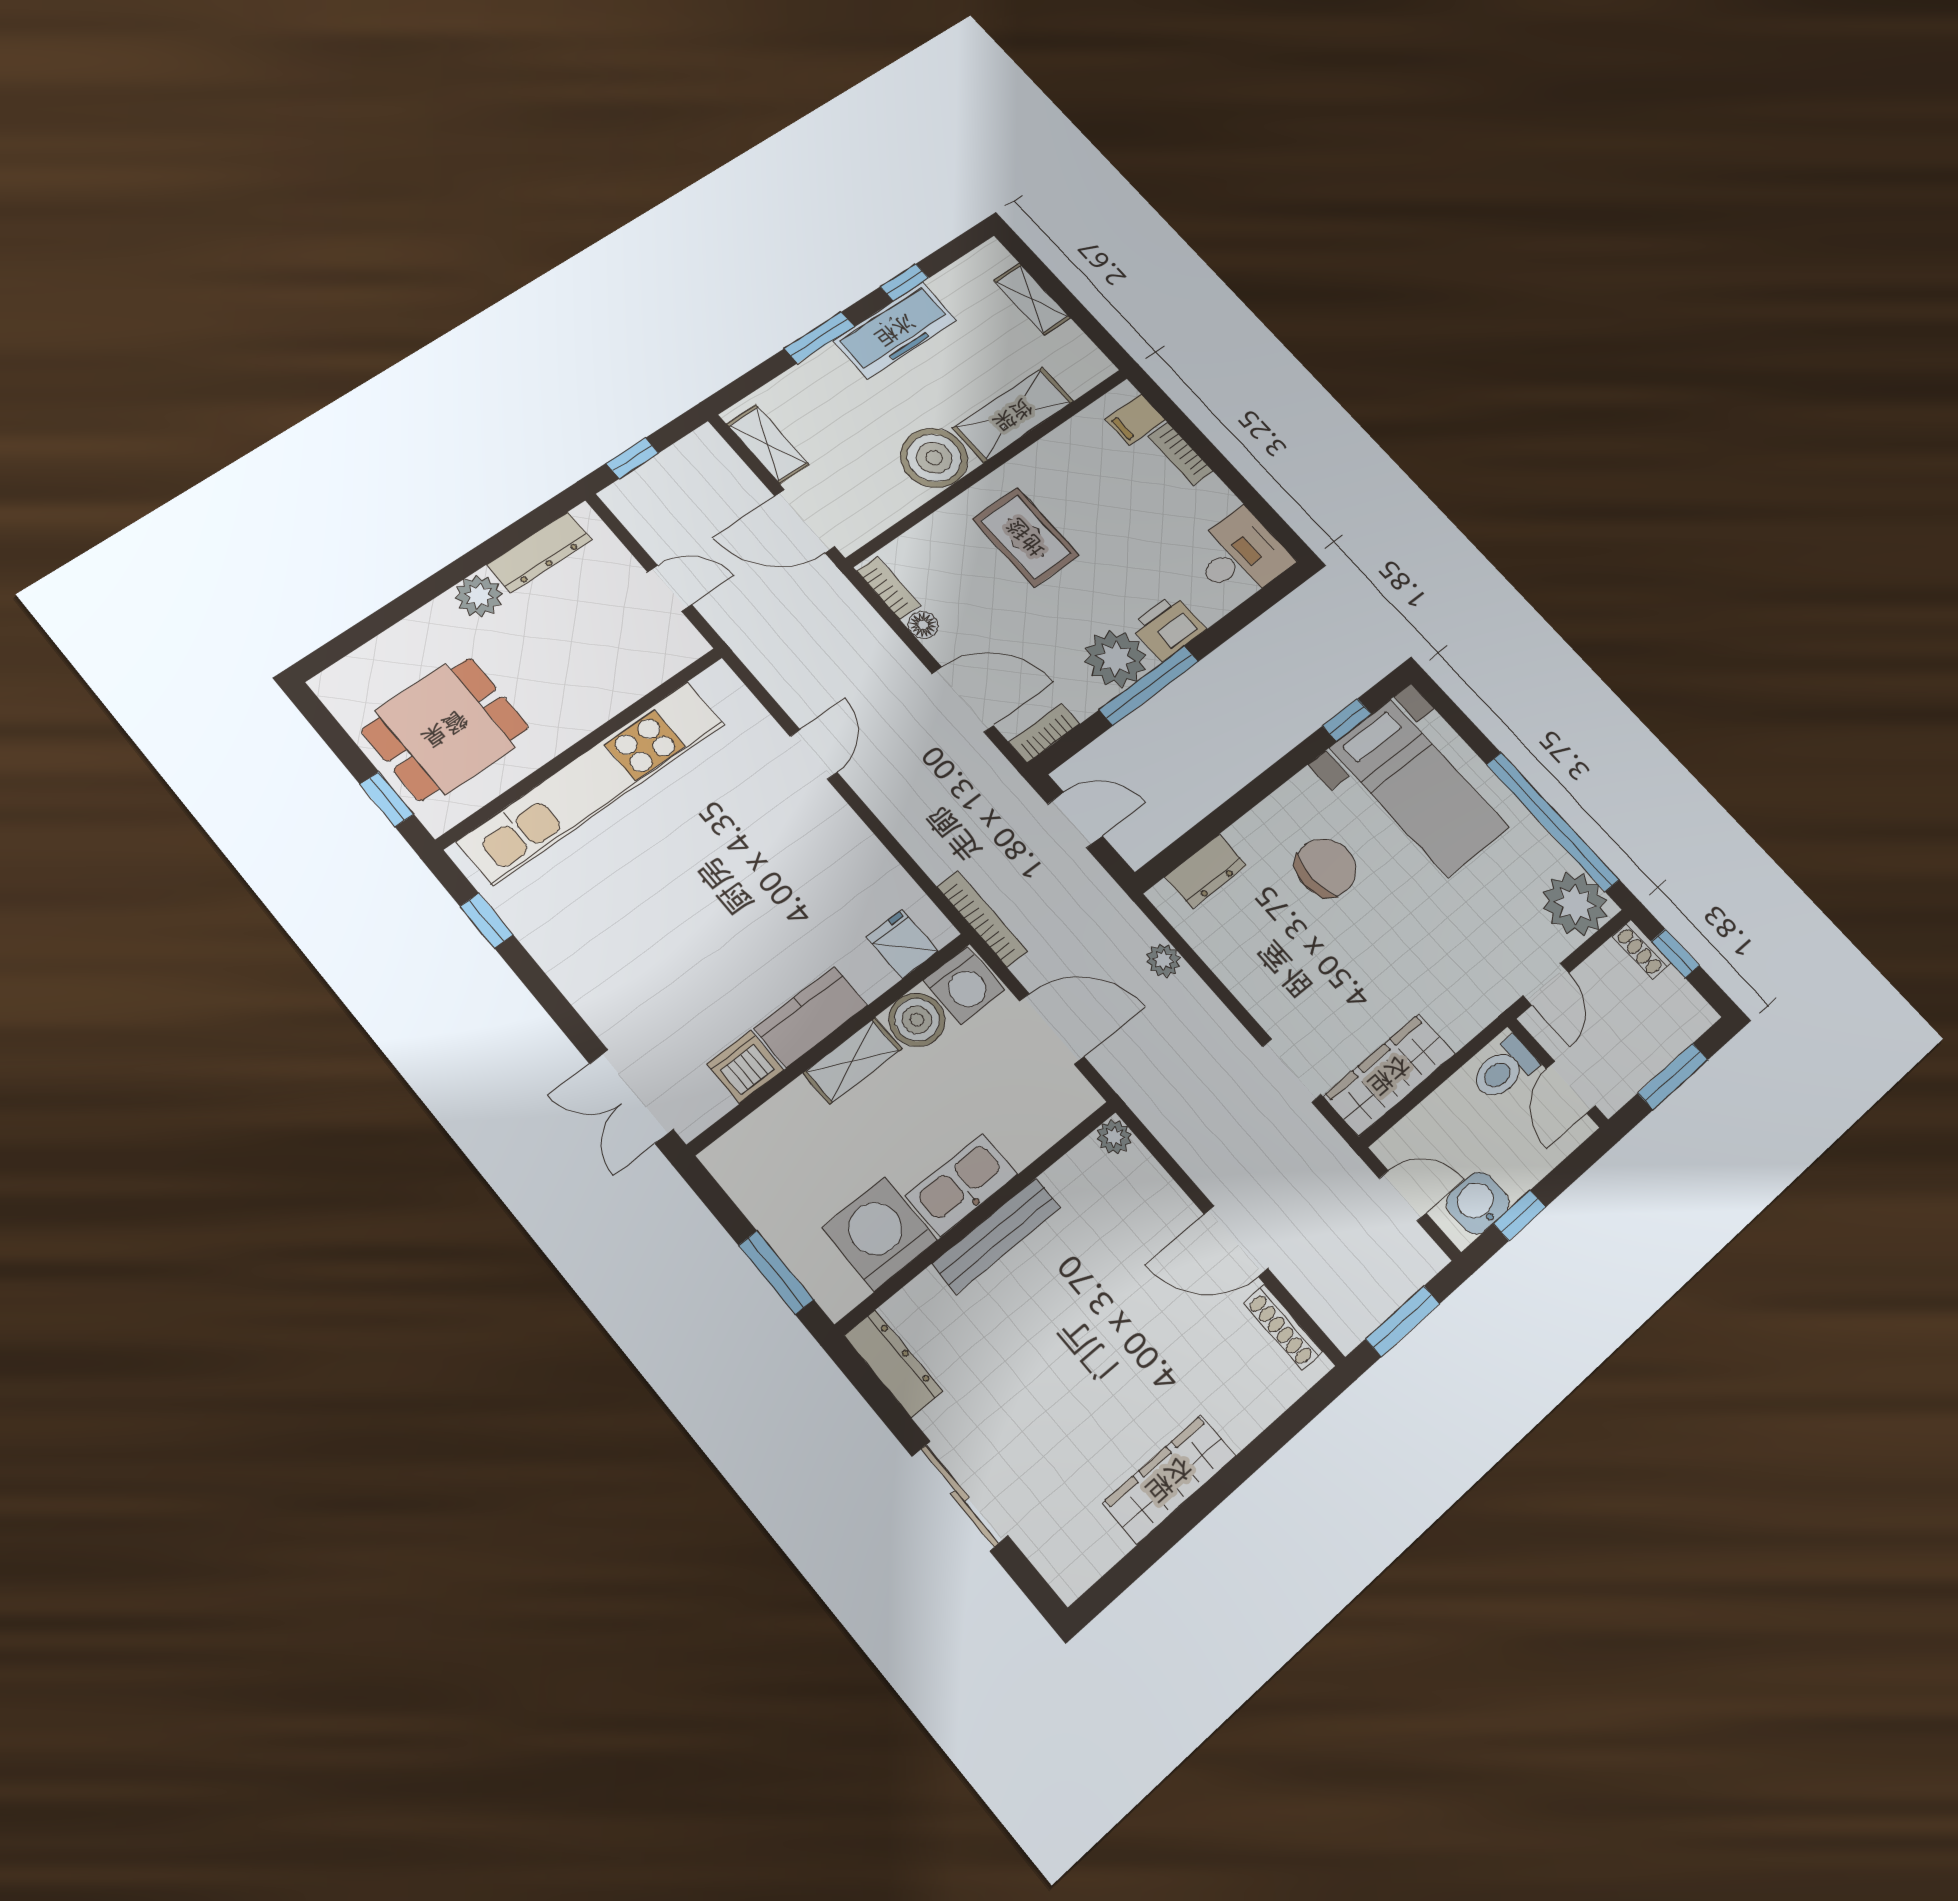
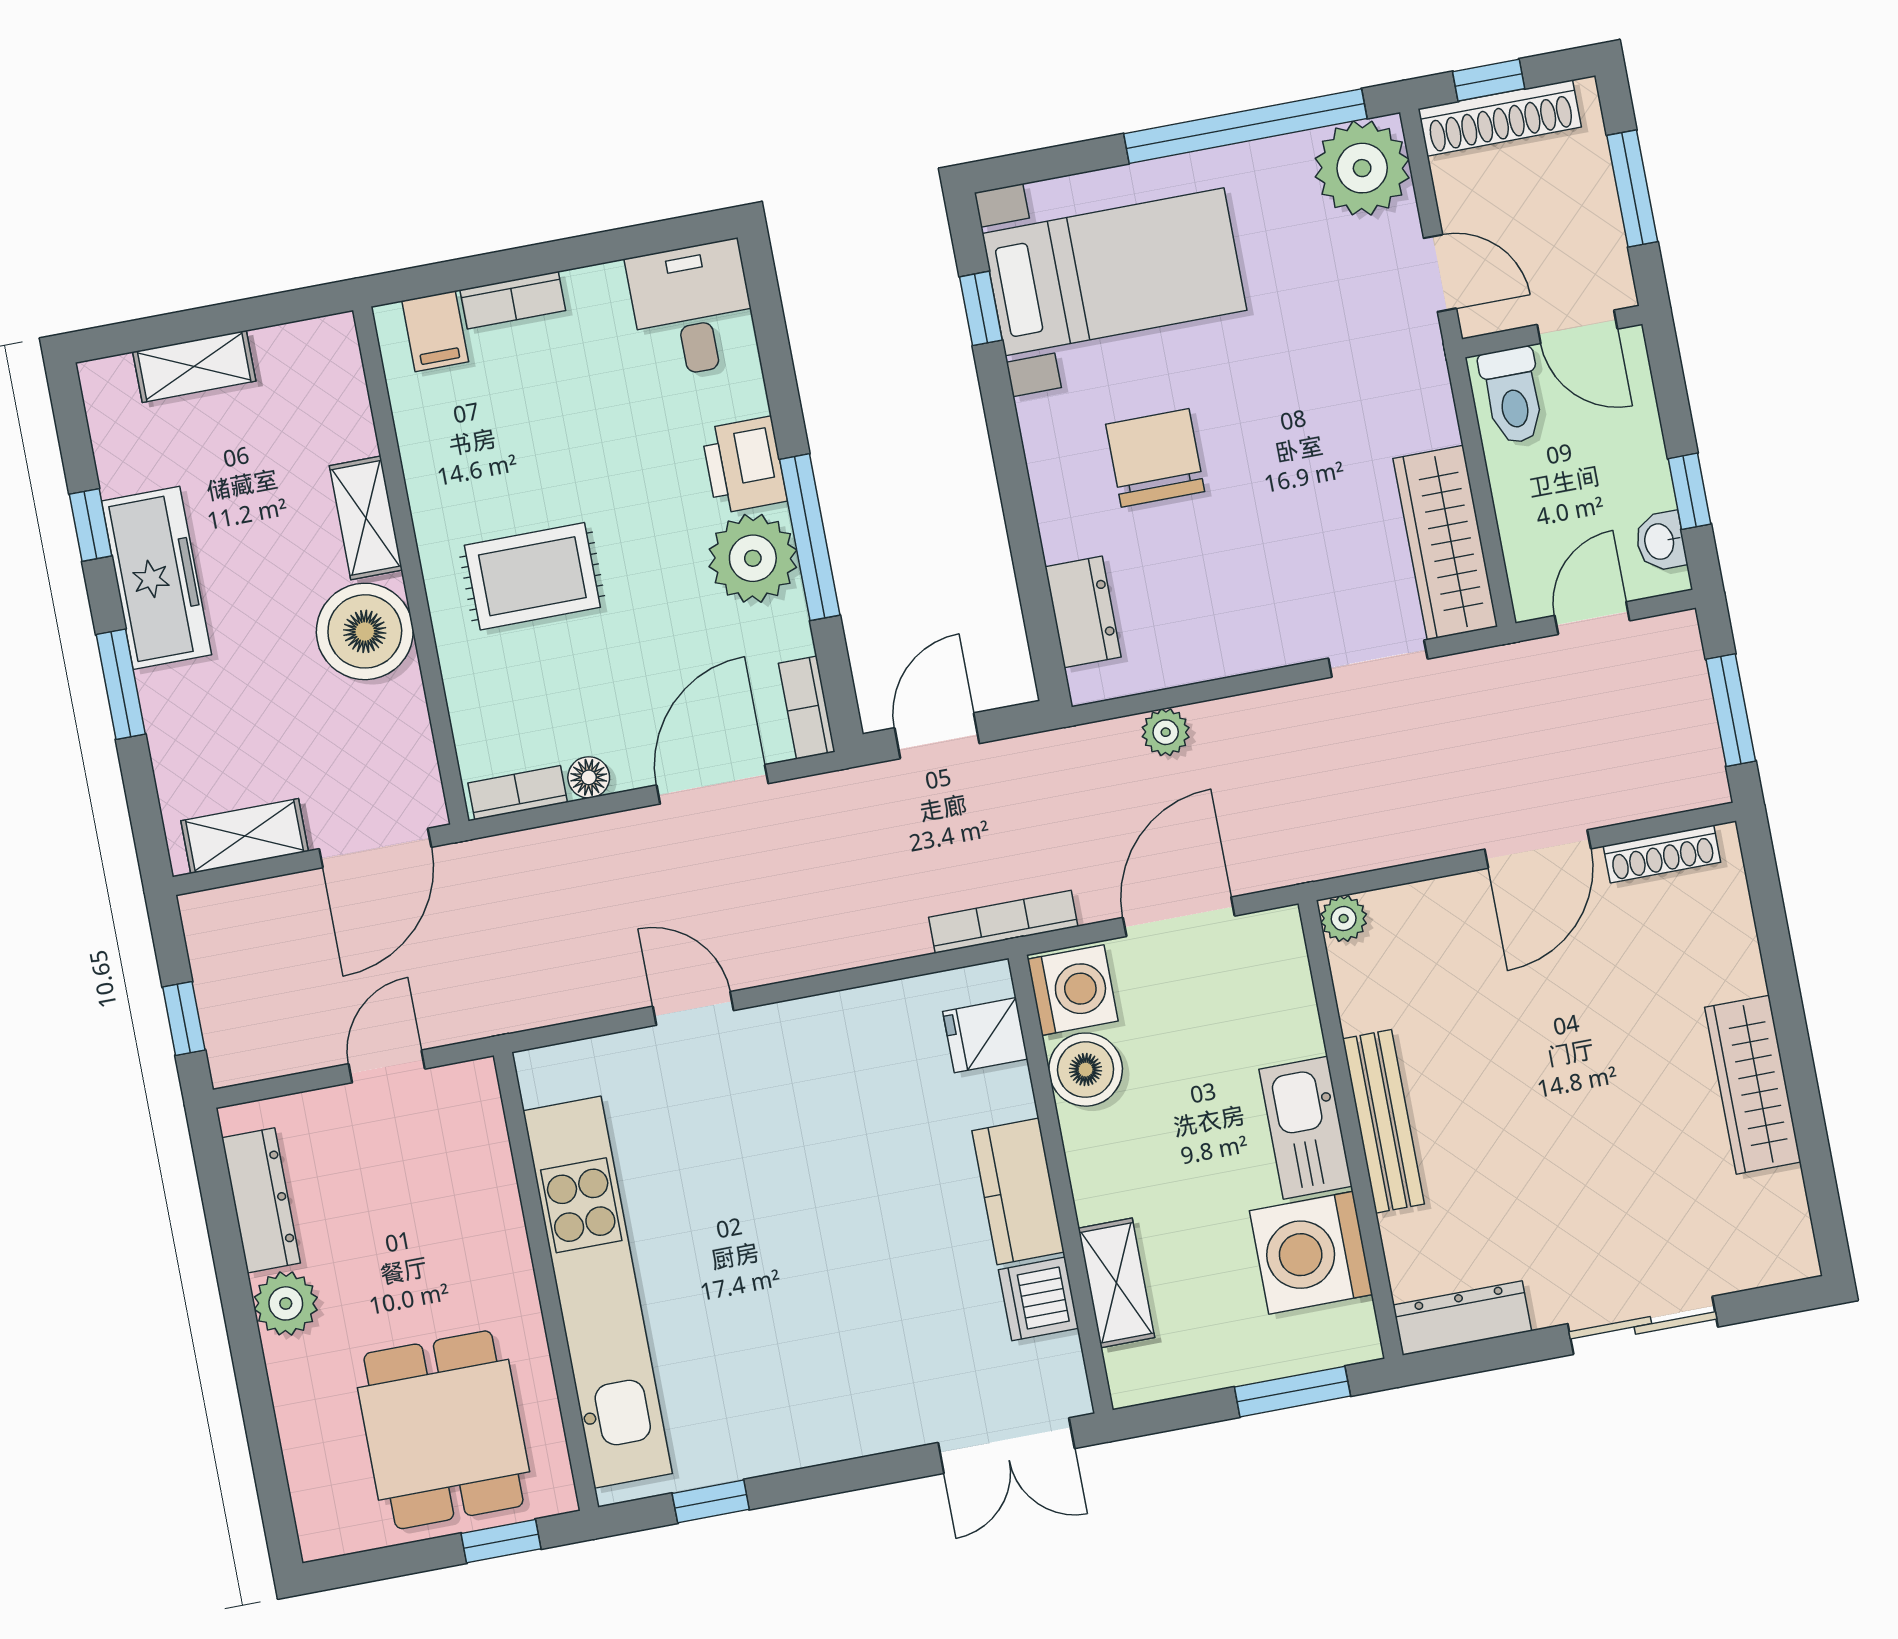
shelving: (1013, 415) -> (366, 518), width x0.67, depth x0.75
shoe rack: (1642, 949) -> (1500, 118), width x1.94, depth x1.24
shelving: (852, 1061) -> (1116, 1283), moved
washbasin: (1478, 1203) -> (1661, 541), width x0.72, depth x0.69

